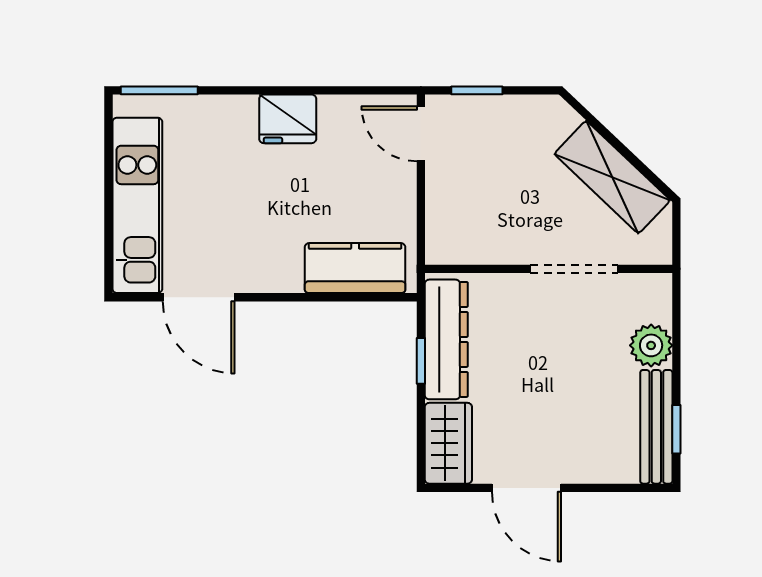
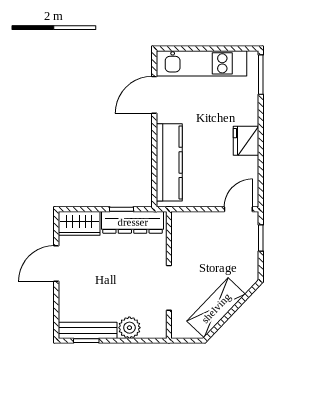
kitchen counter: (355, 268) -> (169, 162), width x1.50

